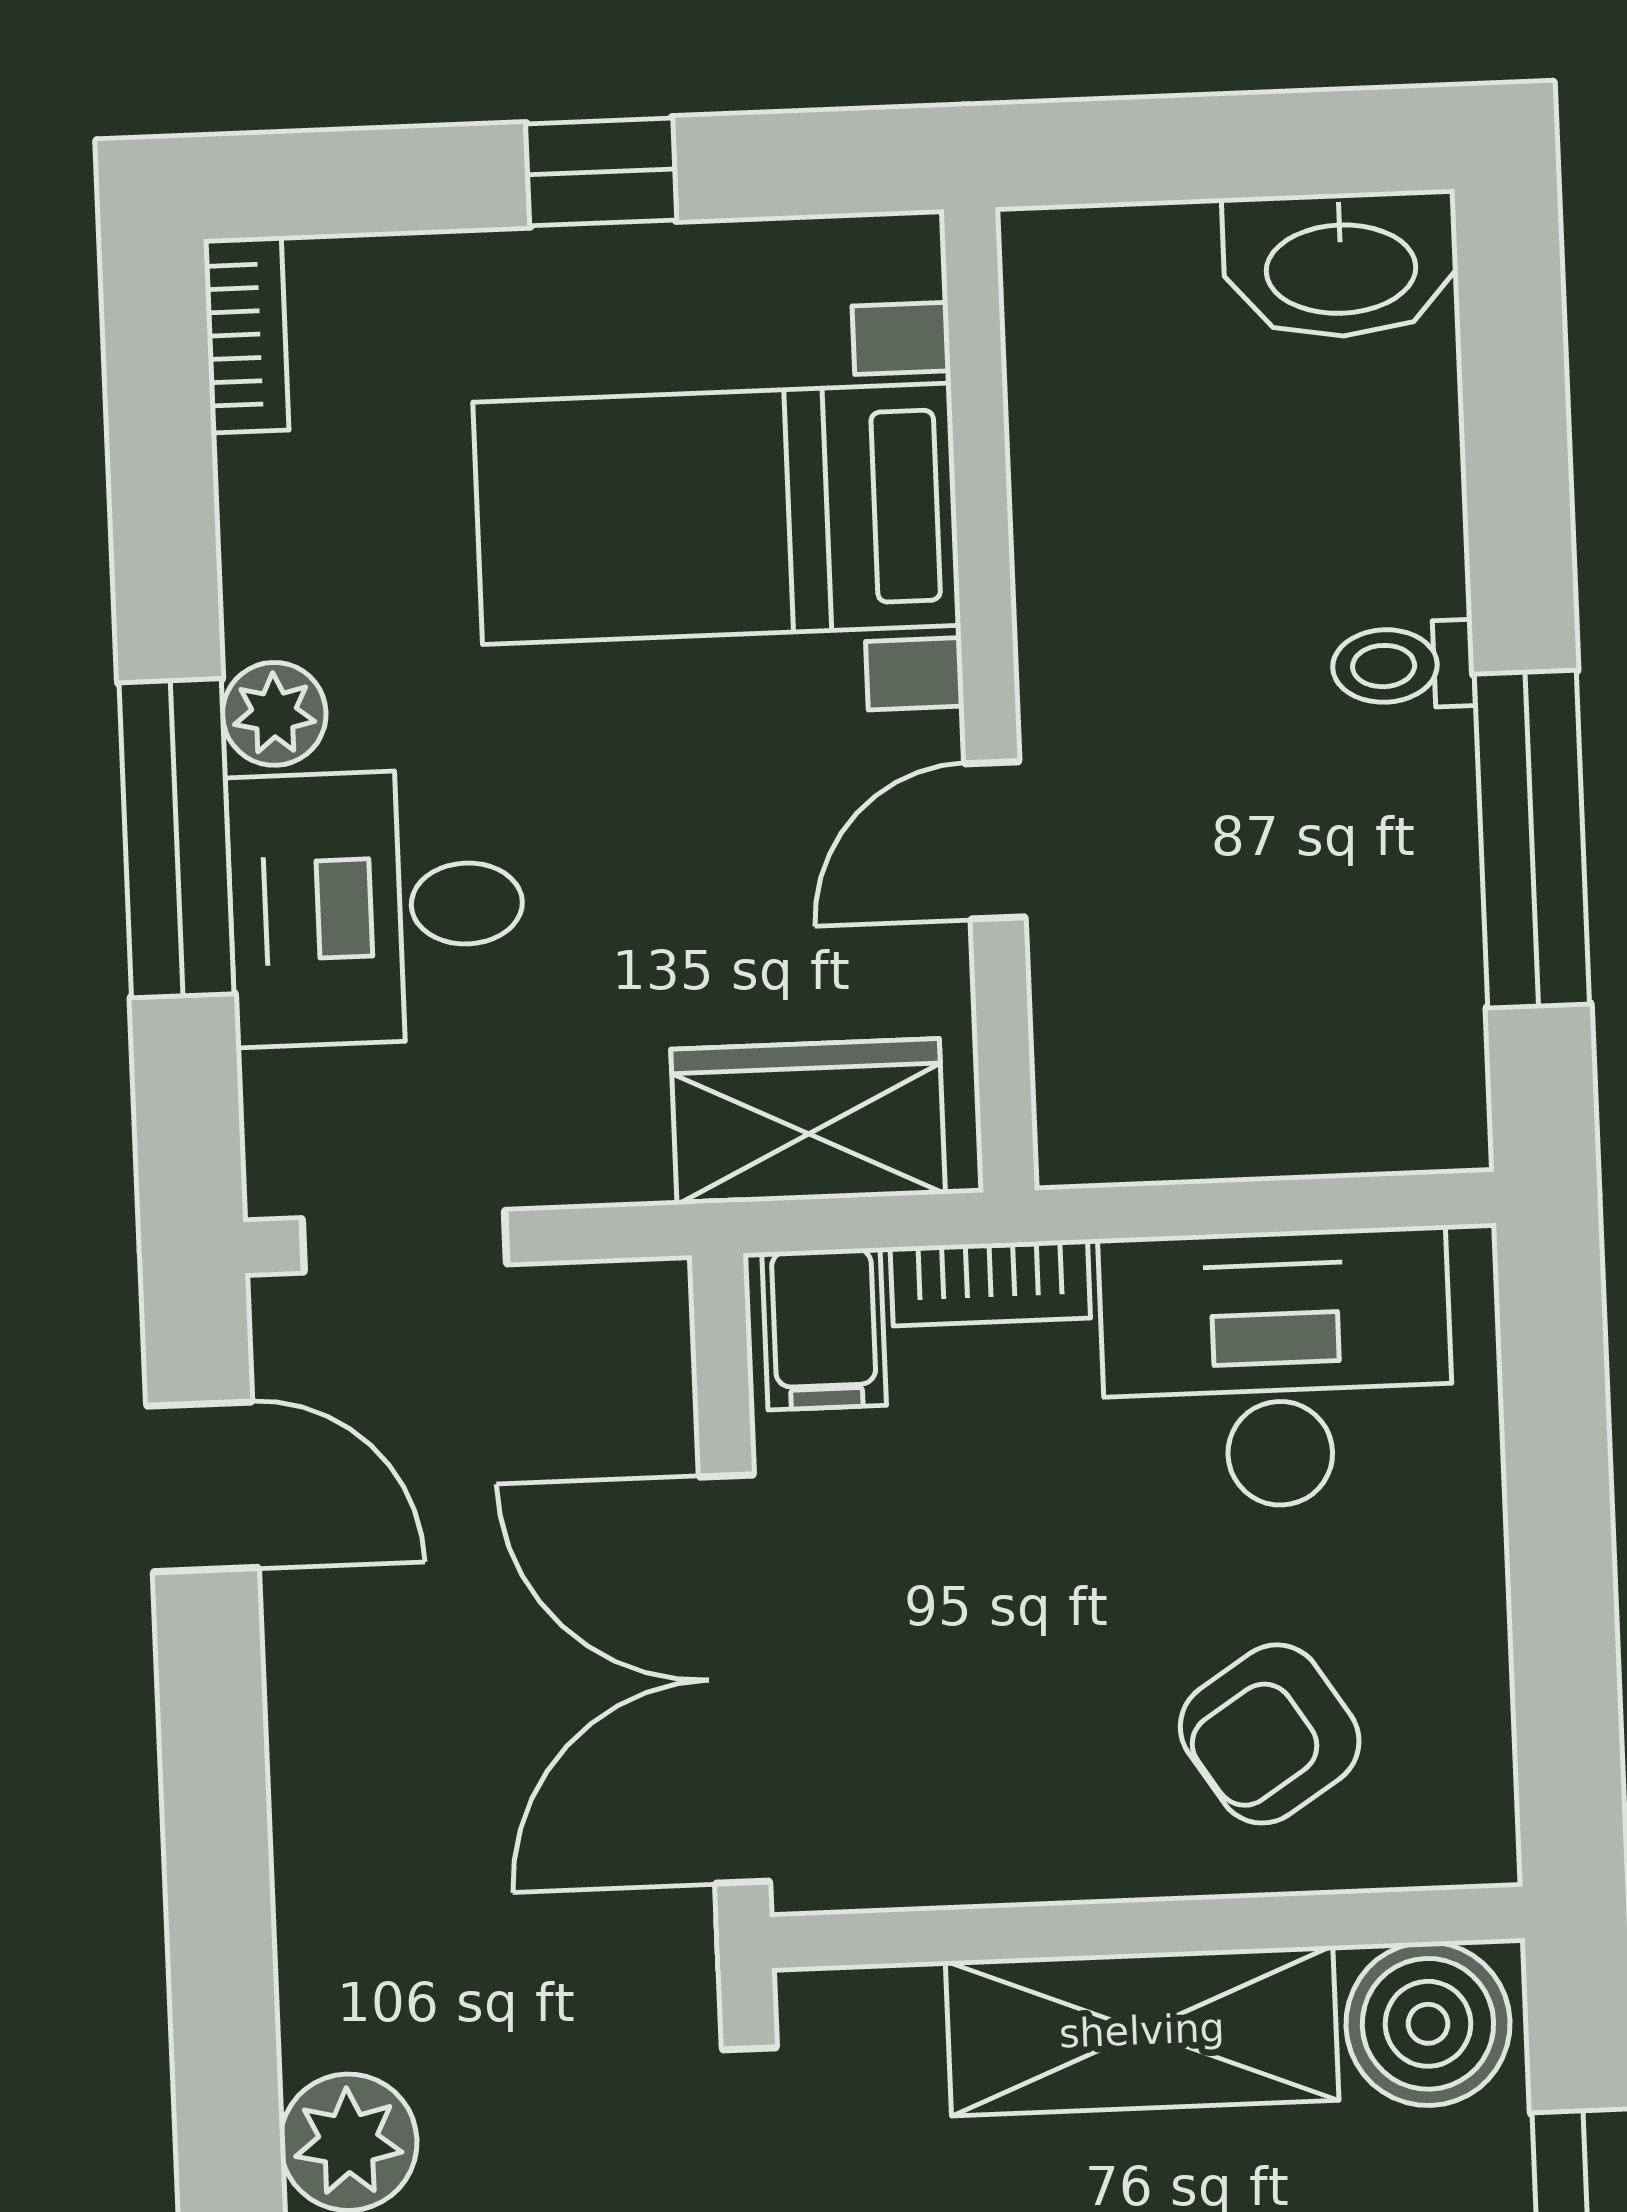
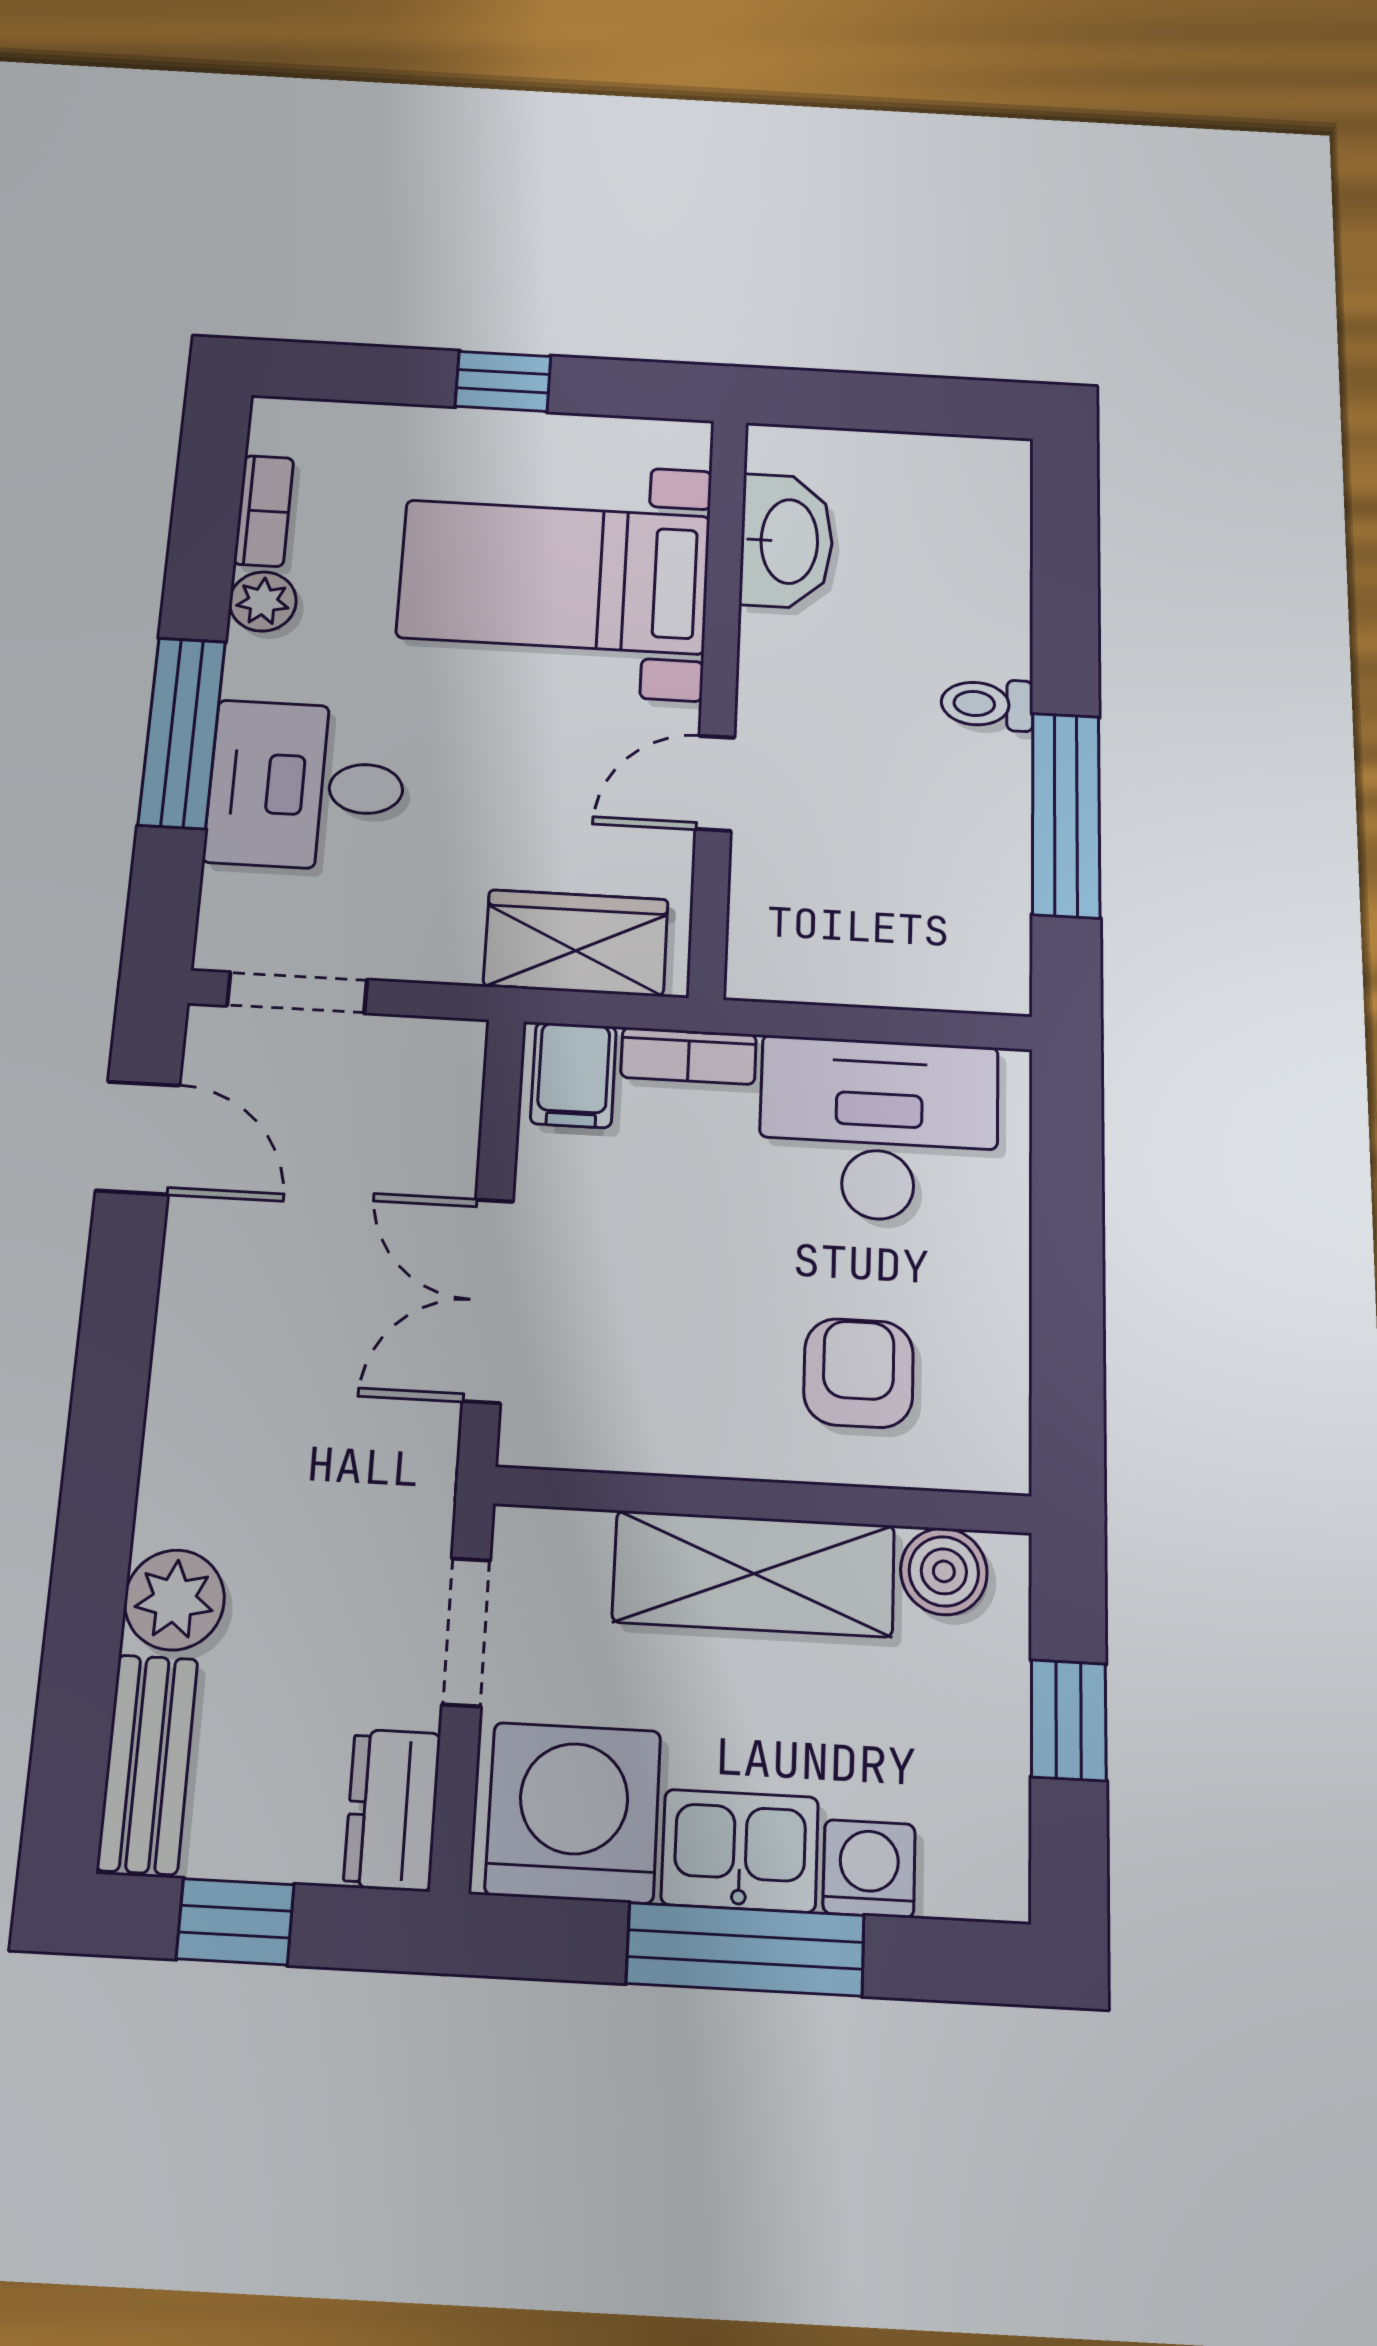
washbasin: (1341, 265) -> (787, 541), moved, turned -90
bookcase: (246, 335) -> (264, 511), moved
plant: (274, 714) -> (263, 601), moved
double door: (734, 1679) -> (488, 1300), width x0.73
armchair: (1270, 1734) -> (858, 1373), turned 123
boiler: (1428, 2024) -> (944, 1571), width x0.73, depth x0.73

